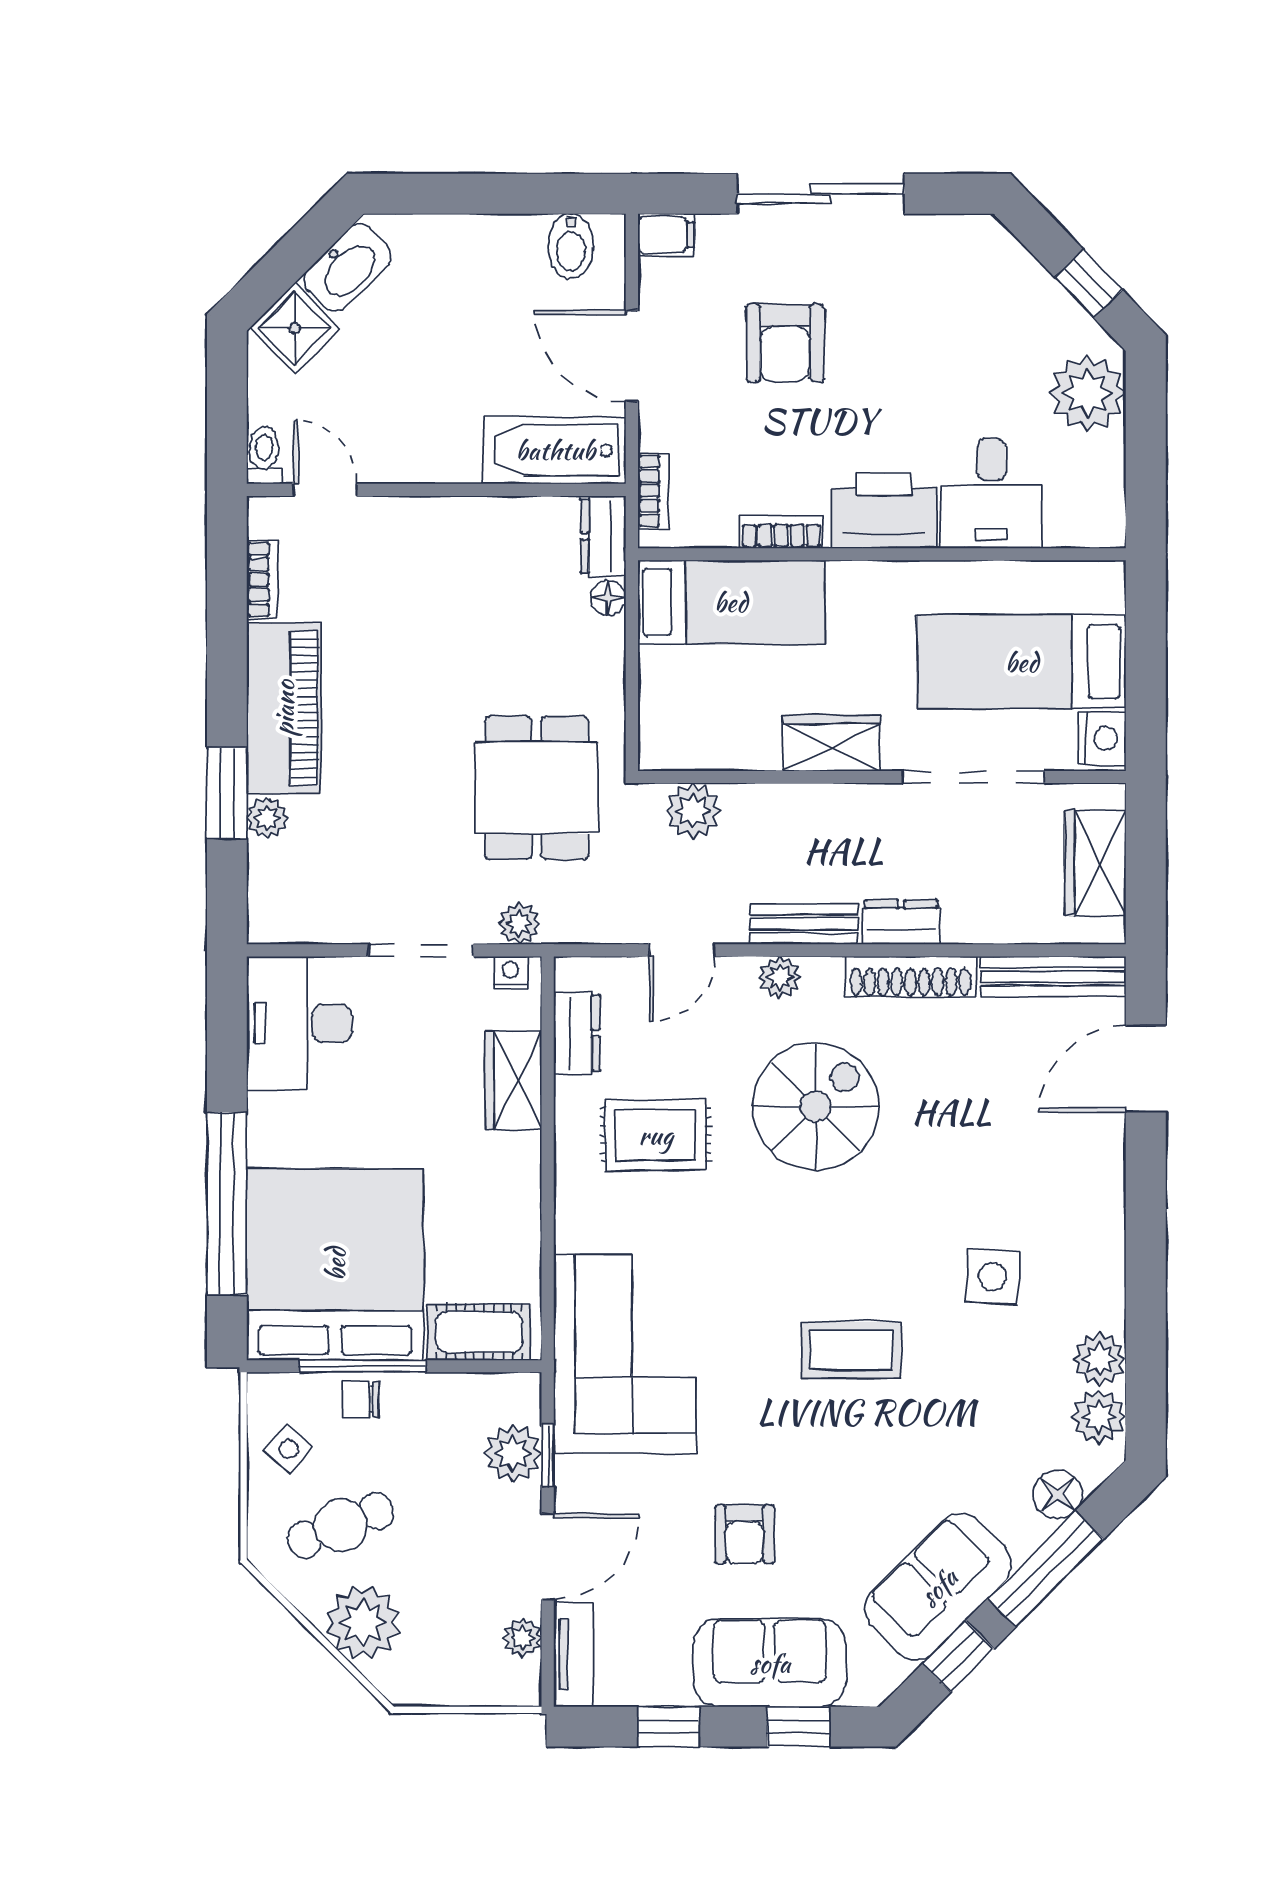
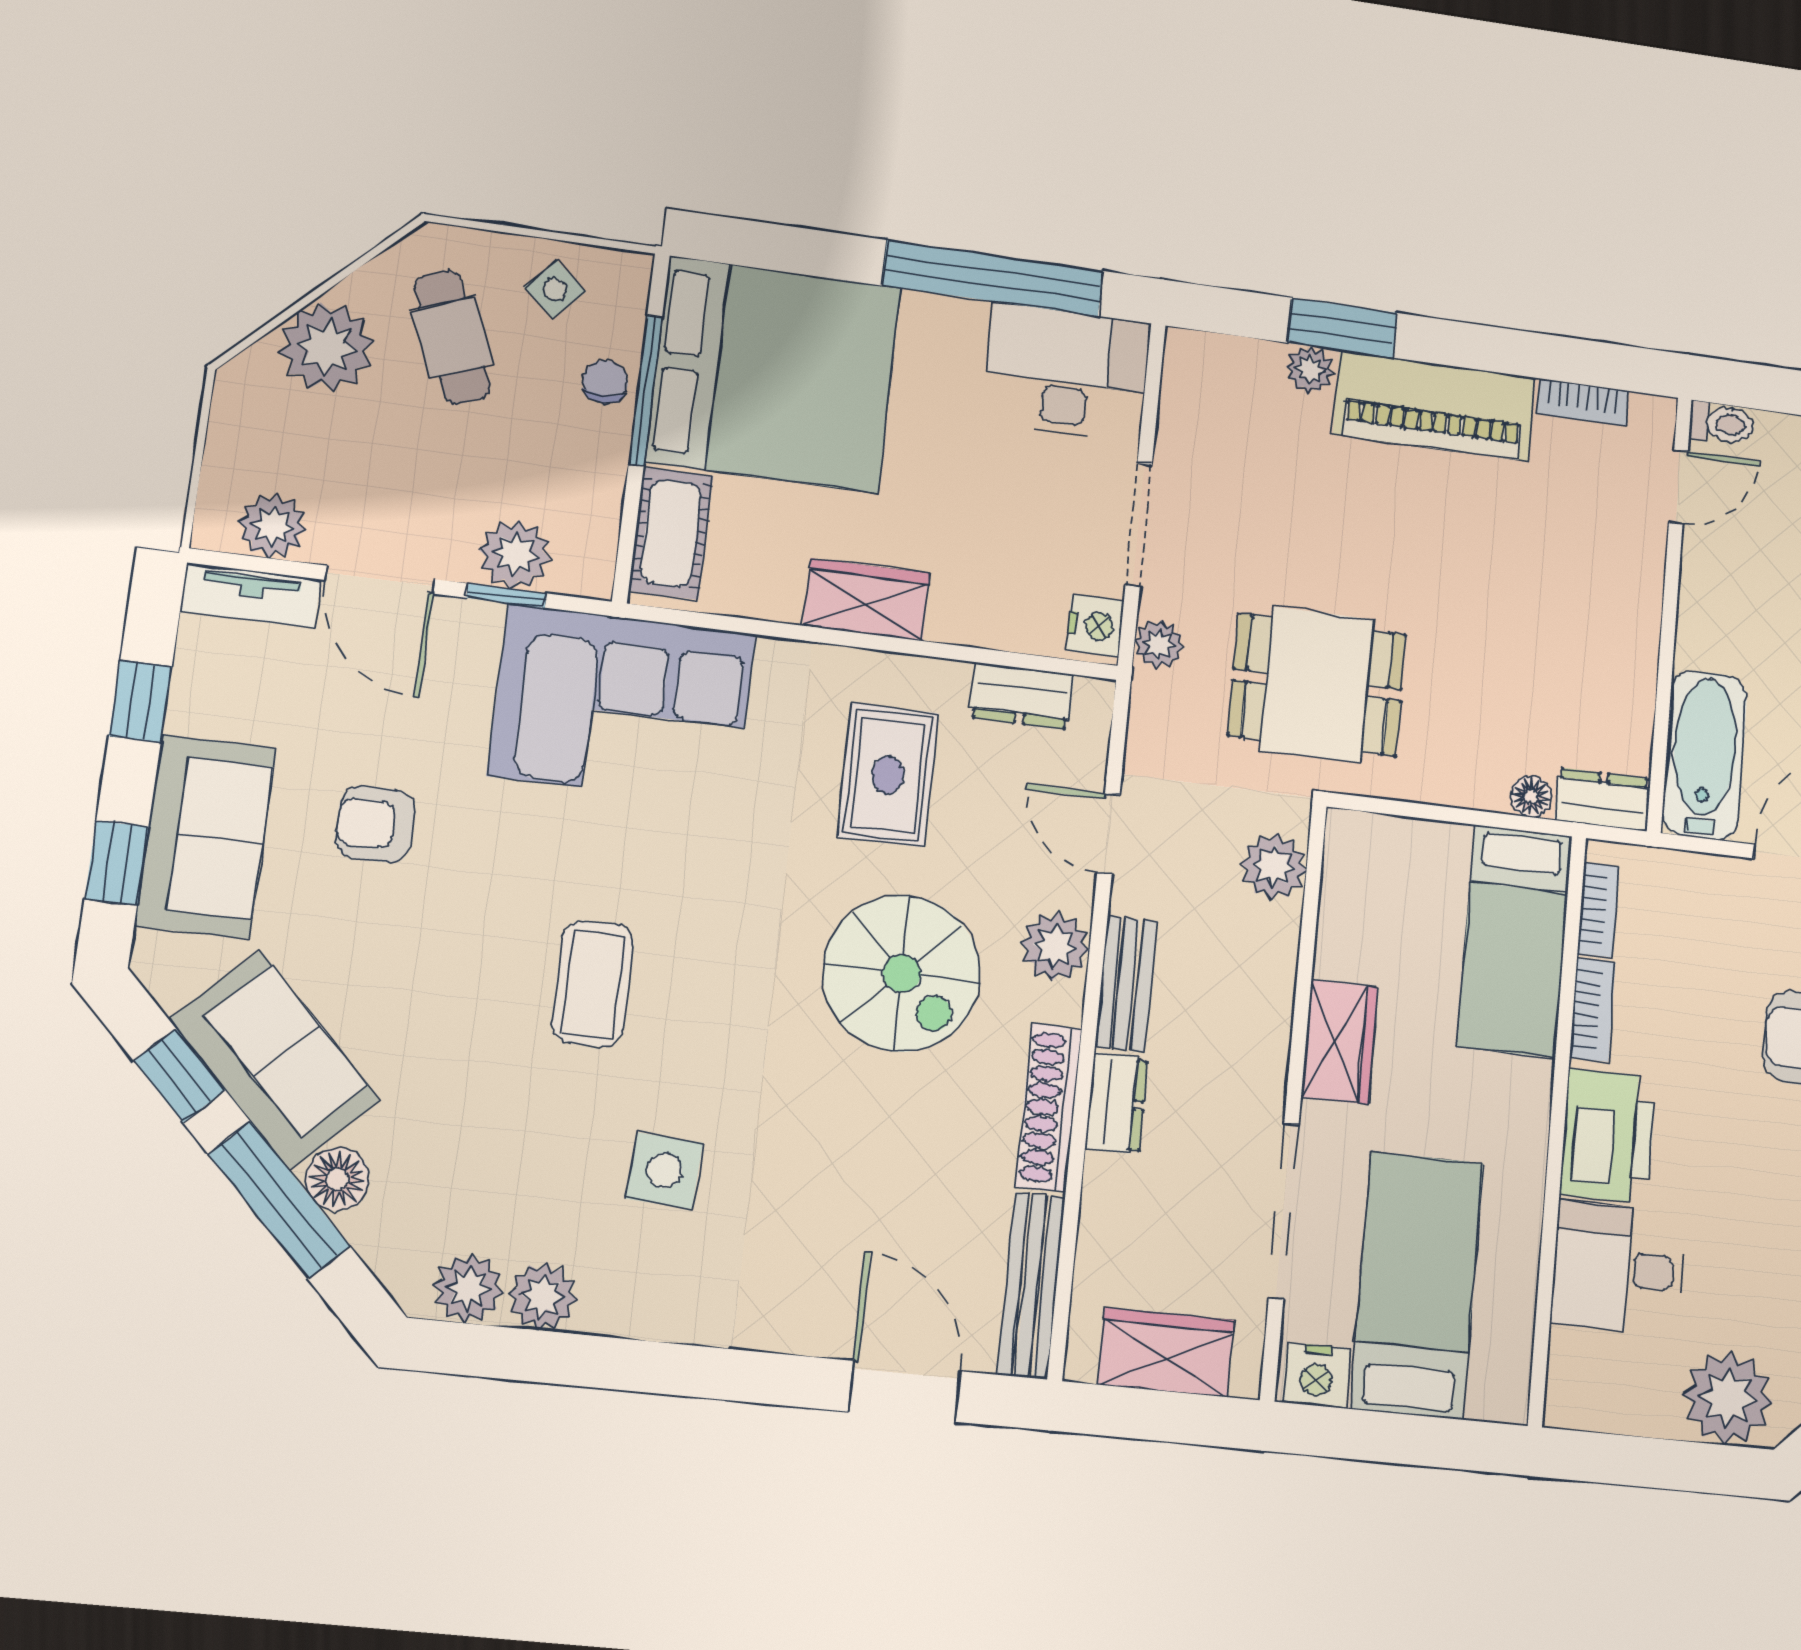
bookcase: (653, 491) -> (1598, 910), moved, turned -90
nightstand: (510, 972) -> (1095, 626), width x1.39, depth x1.35
plant: (780, 977) -> (1055, 946), width x1.38, depth x1.38
wardrobe: (513, 1080) -> (866, 600), moved
window: (227, 1204) -> (993, 278), moved
floor lamp: (1058, 1495) -> (337, 1179), moved
plant: (522, 1638) -> (273, 526), width x1.38, depth x1.38

